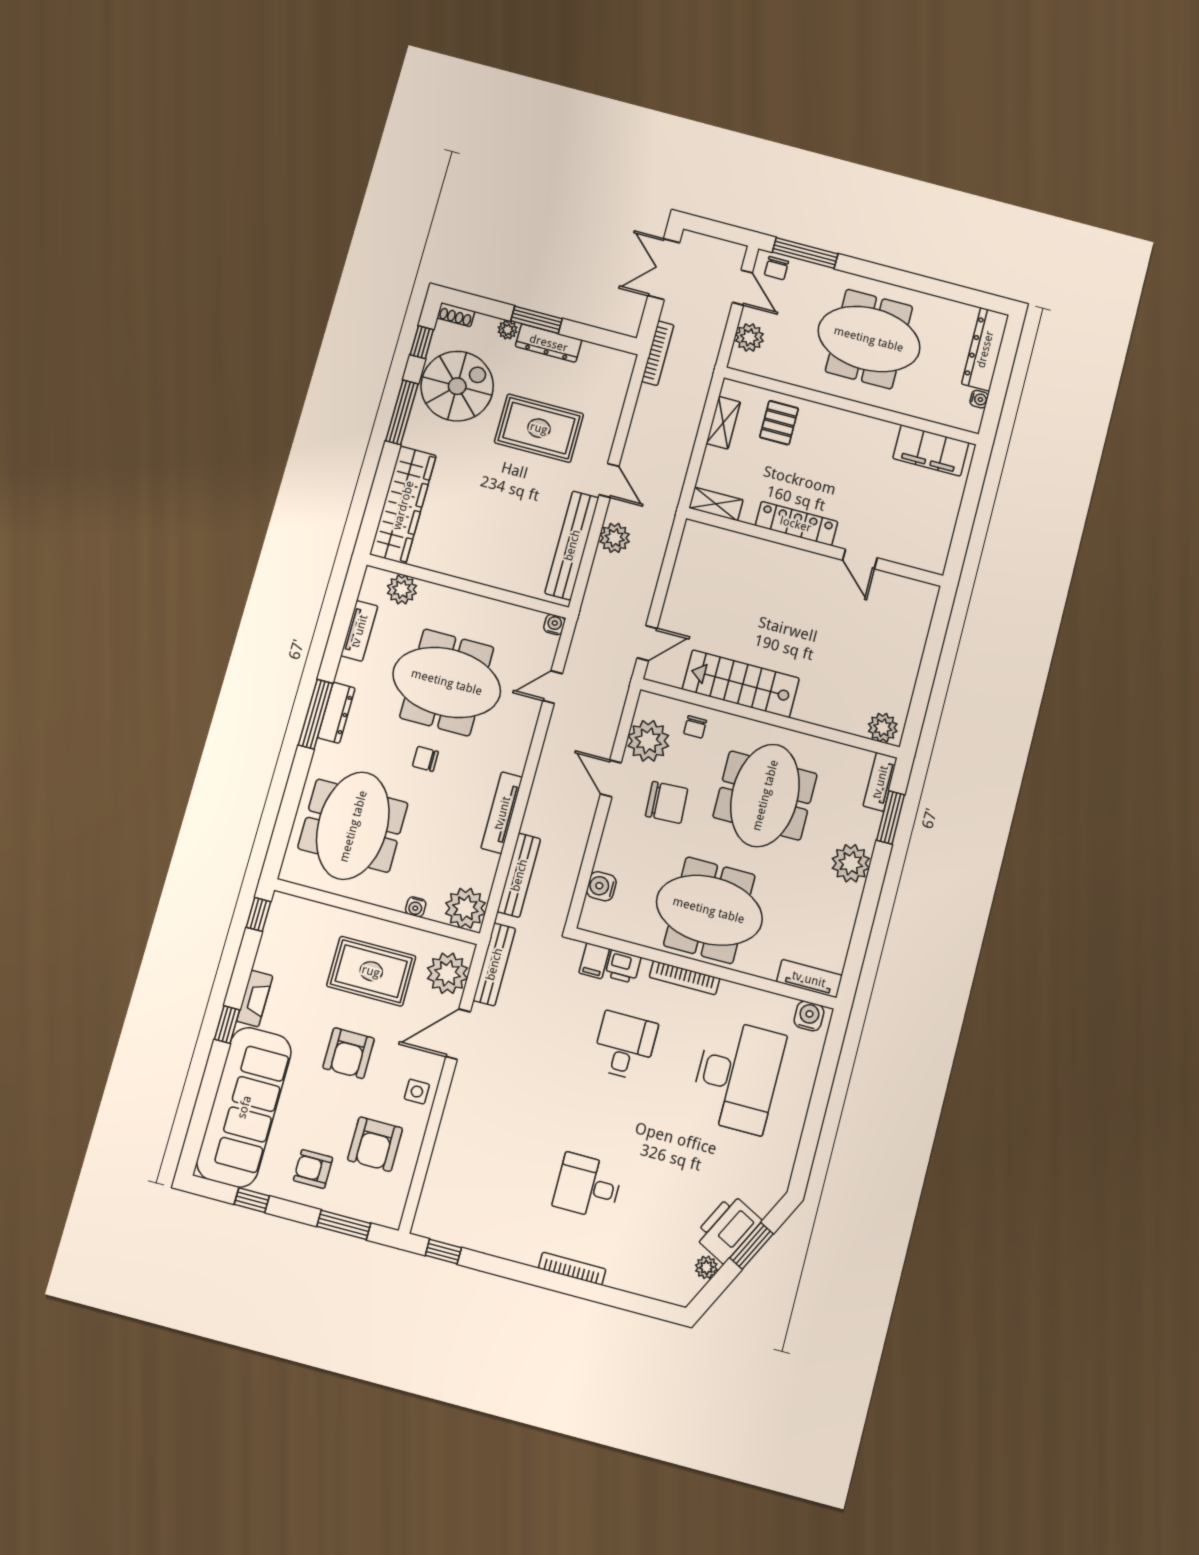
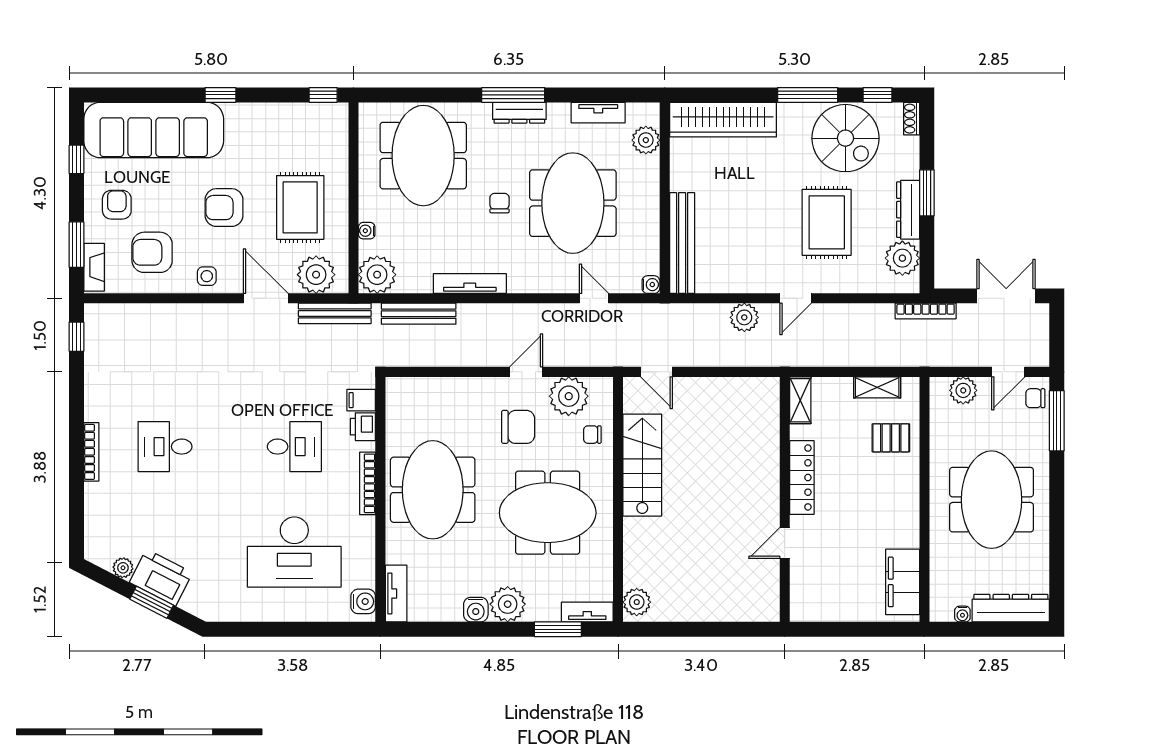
plant: (508, 330) -> (902, 258), moved, width x1.88, depth x1.88
bench: (572, 545) -> (682, 243), moved, turned 90
chair: (667, 802) -> (518, 427), turned -87
meeting table: (353, 826) -> (423, 156), turned 90
water cooler: (601, 886) -> (476, 610), moved, turned 180
fireplace: (255, 999) -> (94, 267), moved, turned -90
desk: (588, 1186) -> (165, 447), turned -90

